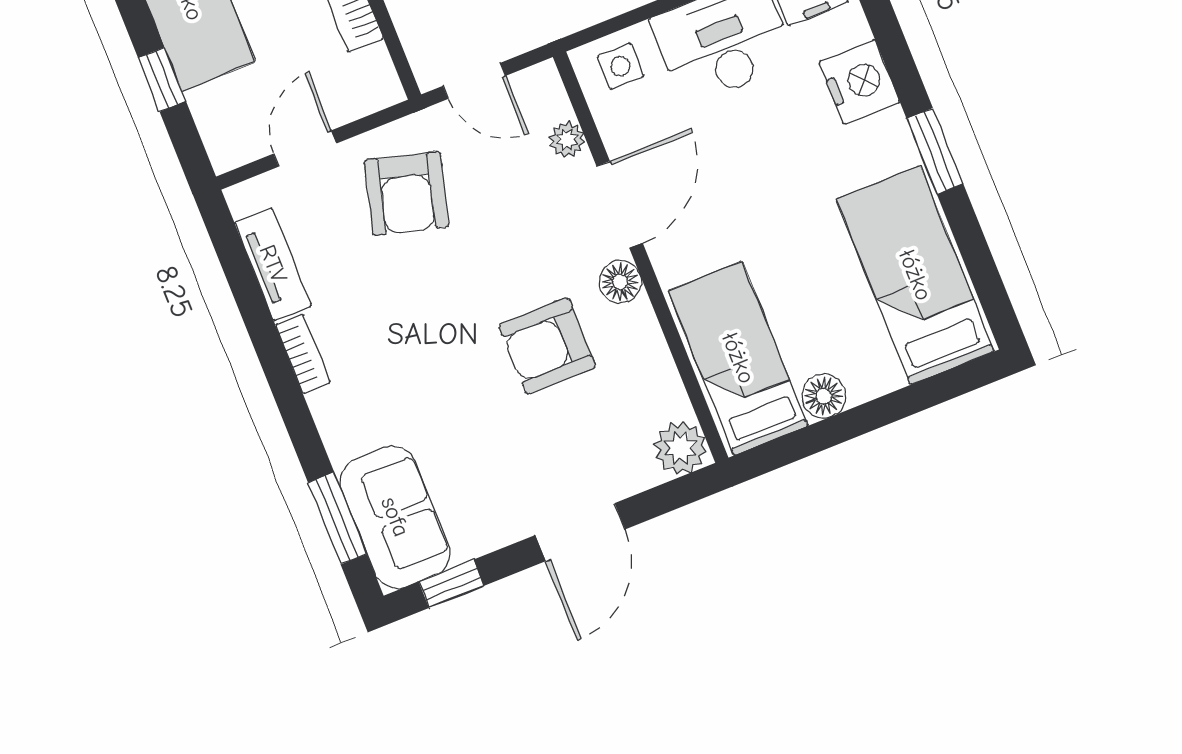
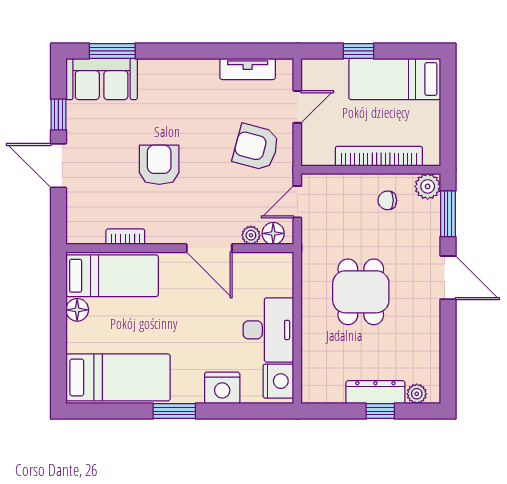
side table: (621, 66) -> (276, 275), removed
door: (305, 149) -> (297, 107), hinge flipped
floor lamp: (620, 282) -> (273, 233), moved
armchair: (547, 346) -> (159, 165), moved
bookcase: (303, 354) -> (125, 237), moved, turned 180
plant: (680, 448) -> (80, 231), removed
window: (451, 584) -> (58, 115), moved

